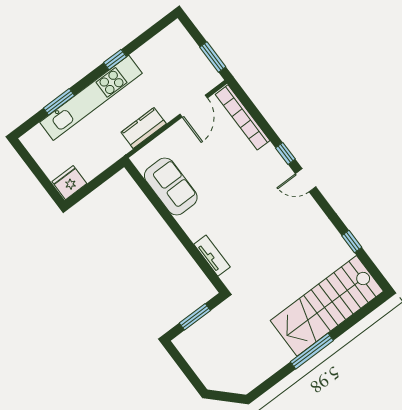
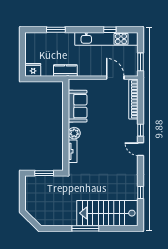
window: (115, 60) -> (110, 30), moved
kitchen unit: (91, 98) -> (106, 39), moved
door: (194, 106) -> (115, 78), swing flipped
kitchen counter: (144, 128) -> (65, 70), moved
plant: (195, 228) -> (74, 133), added

